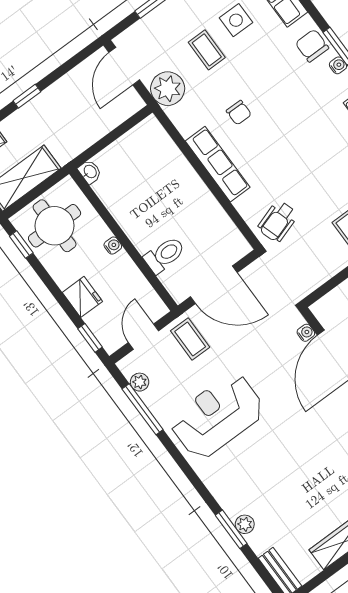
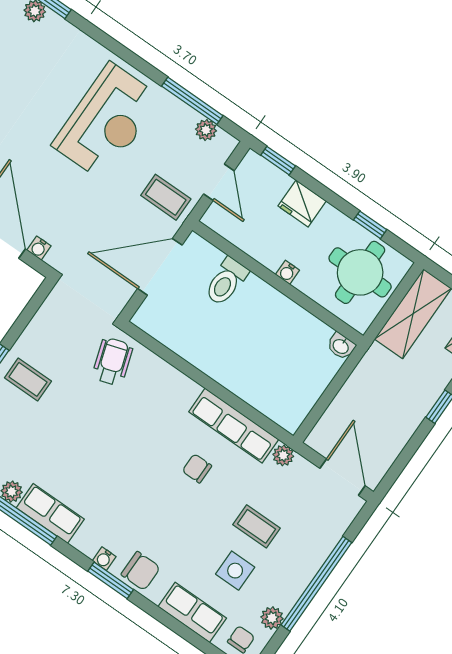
plant: (168, 89) -> (283, 455), width x0.53, depth x0.53
row of seats: (218, 164) -> (234, 426), moved
window: (21, 245) -> (370, 225), moved

